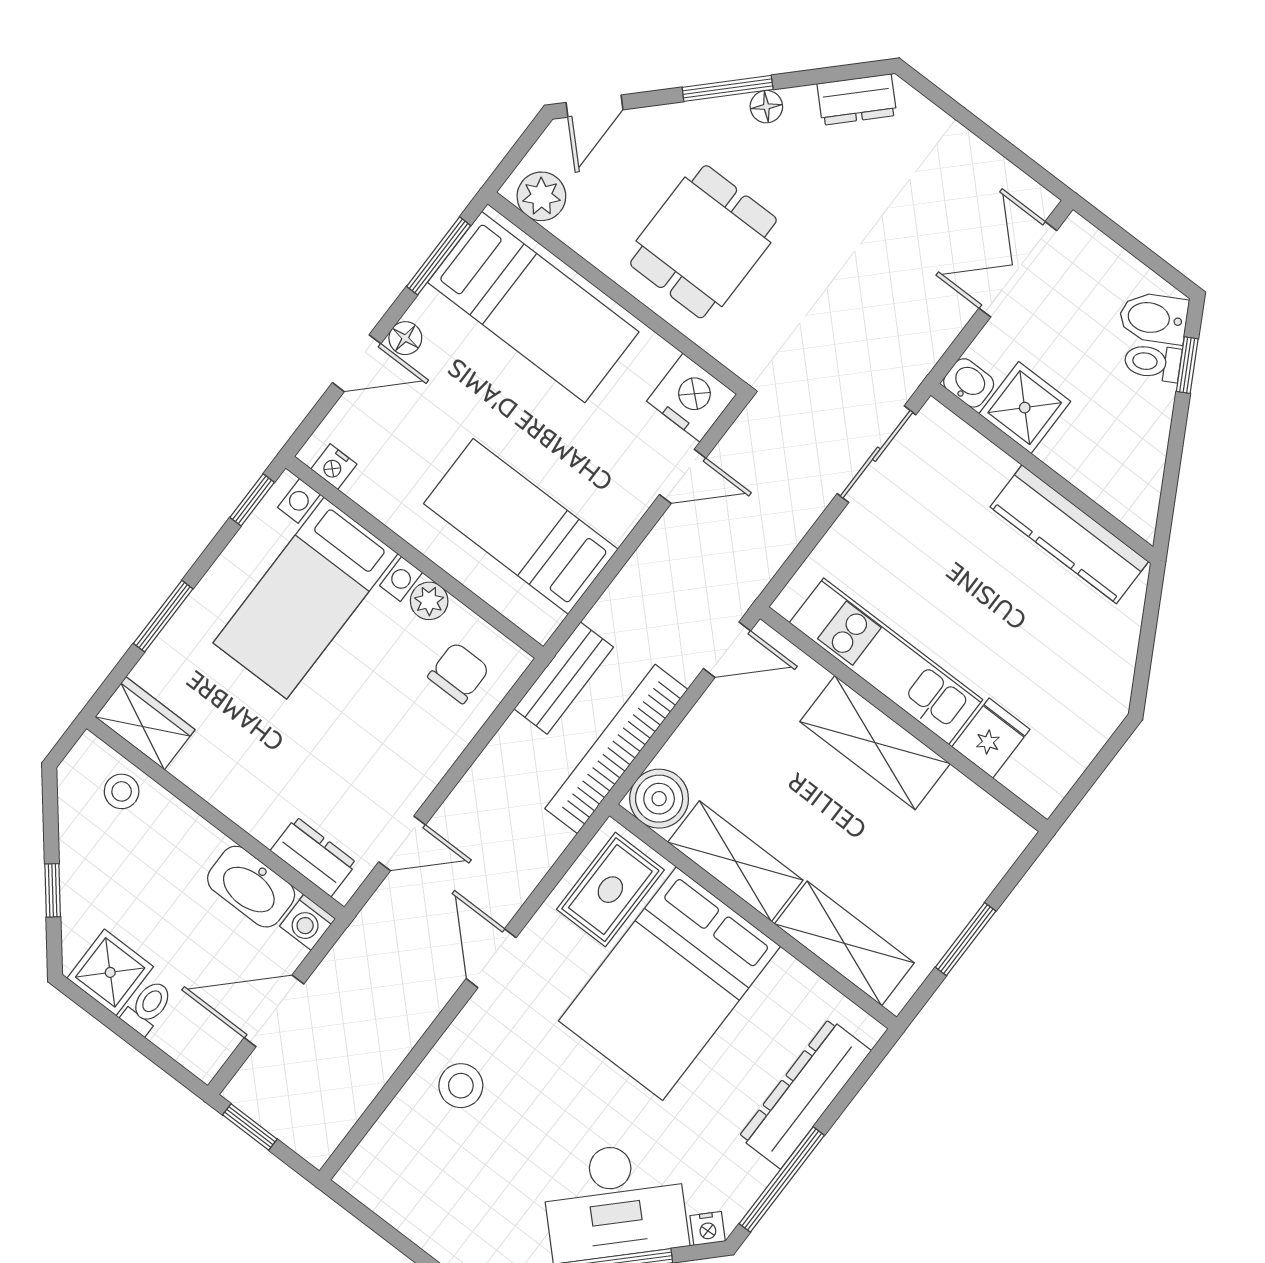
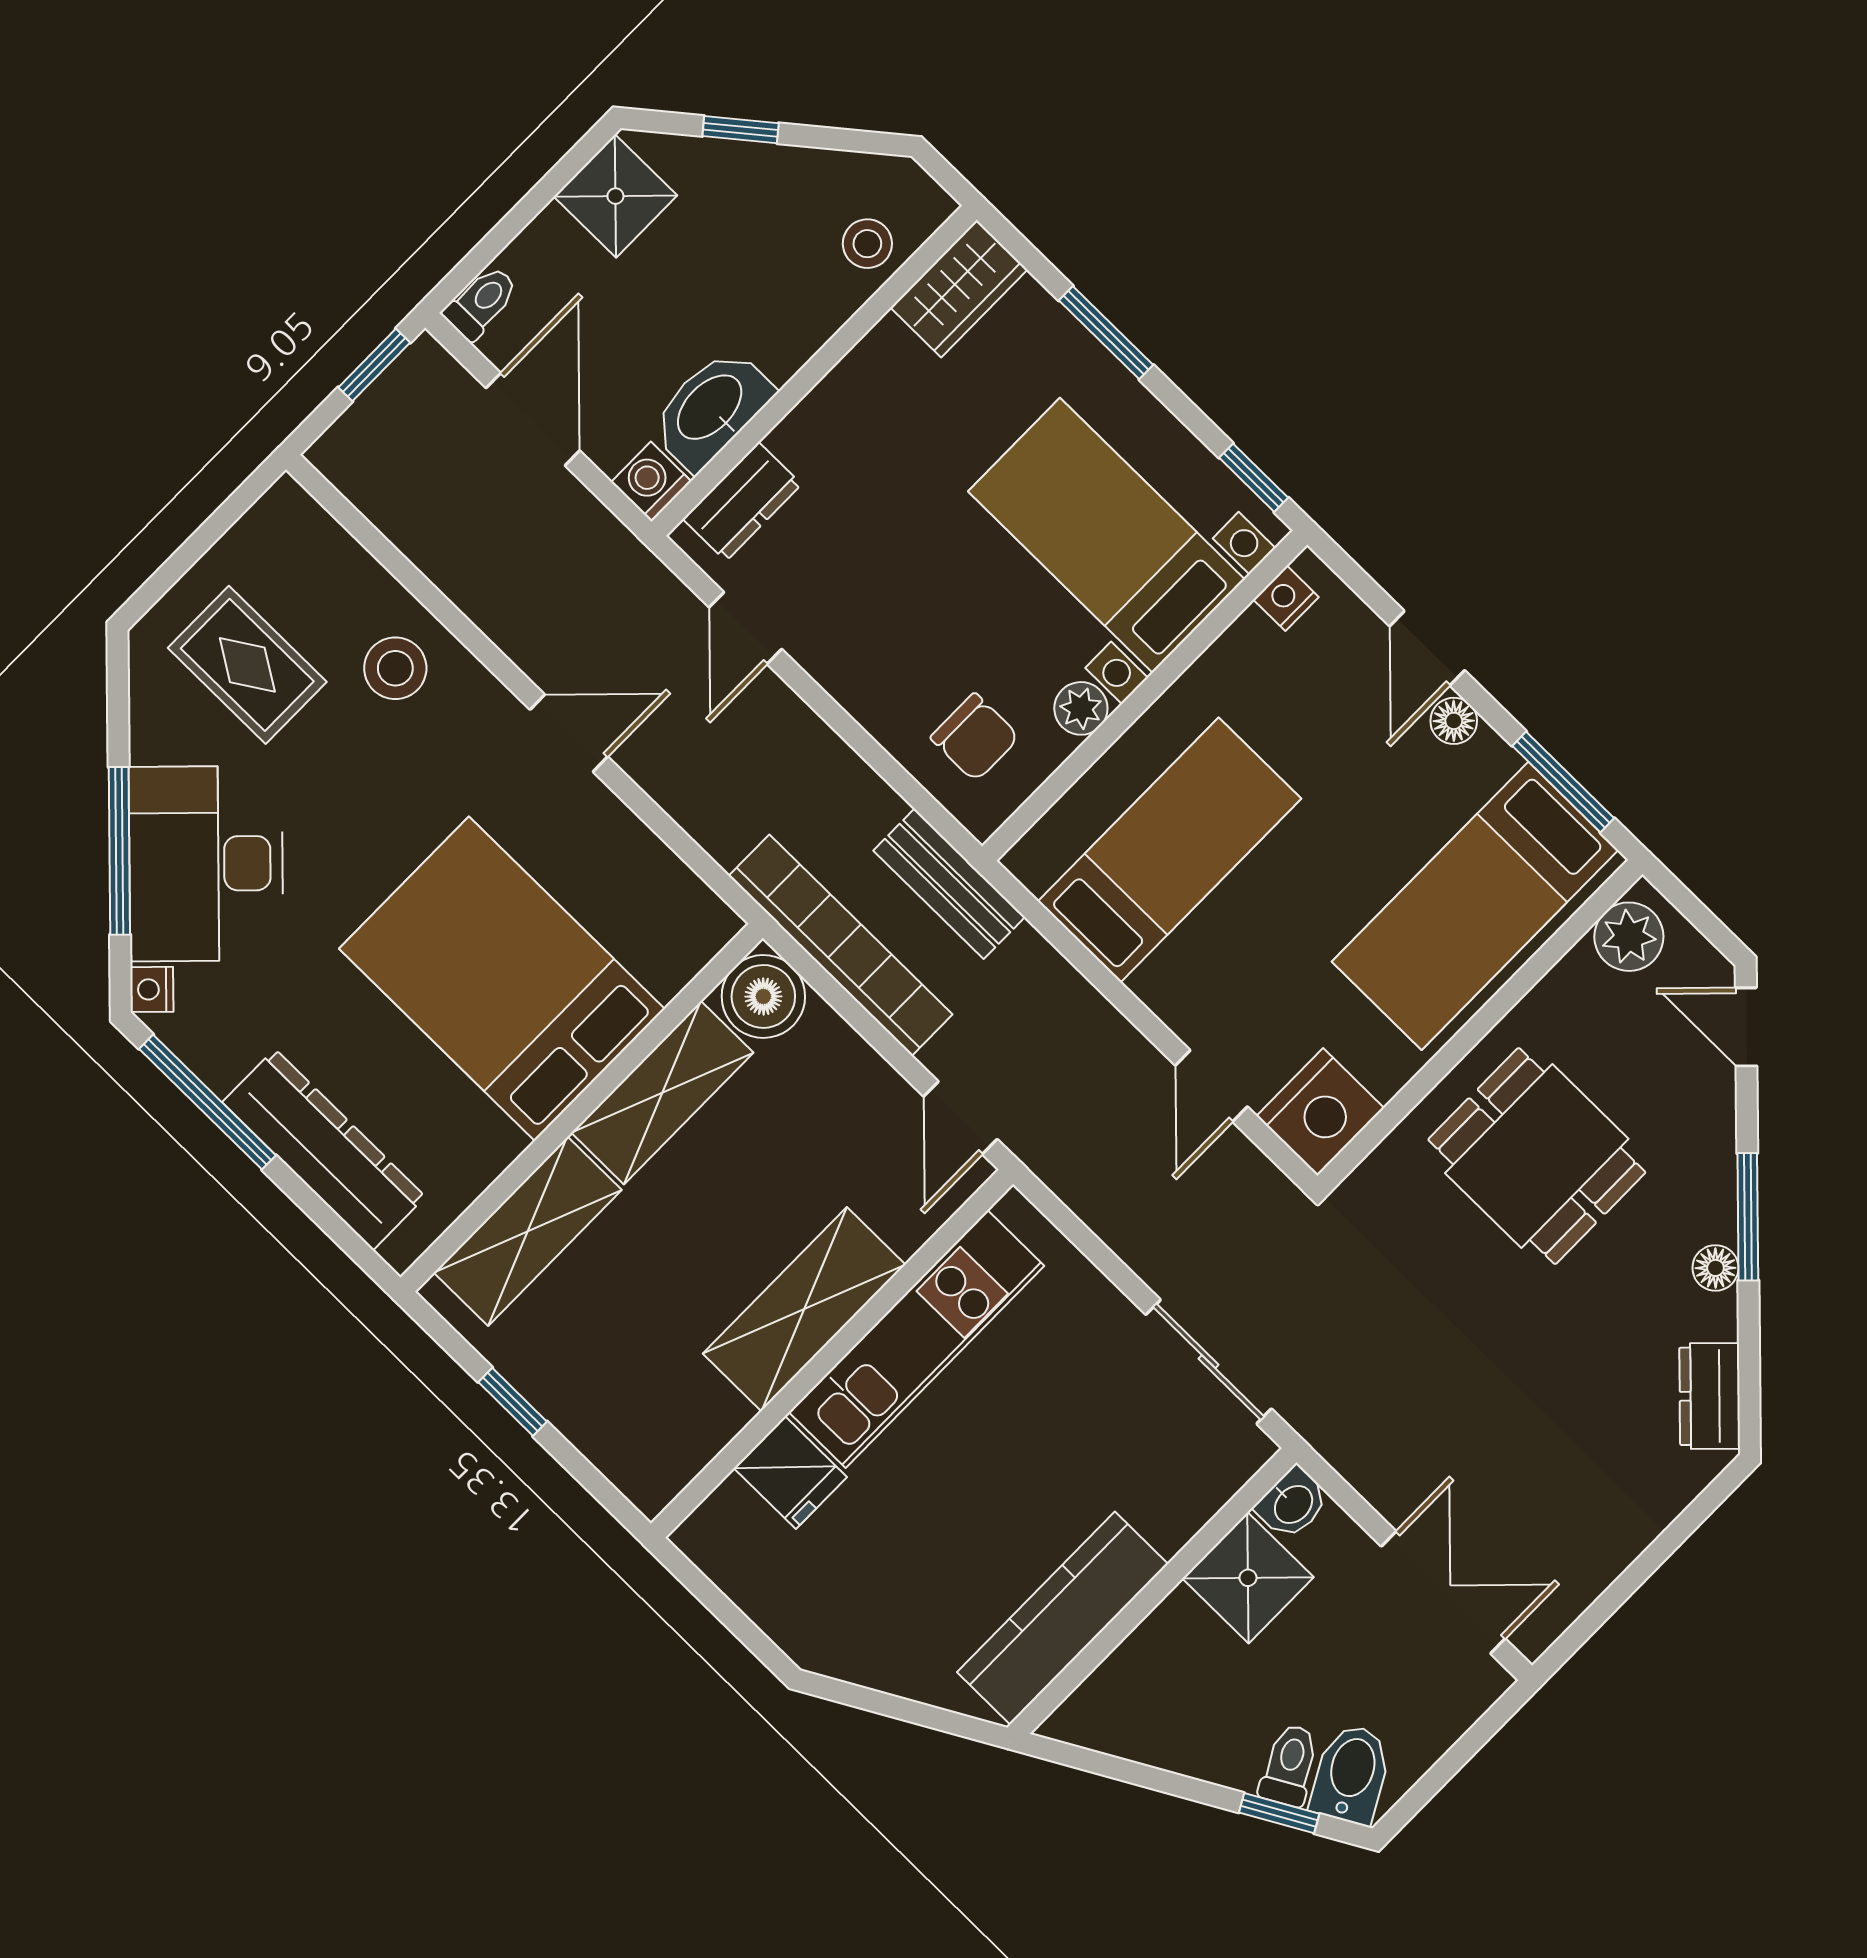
rug: (610, 890) -> (247, 665), moved
window: (966, 939) -> (513, 1402), width x0.67
toilet: (148, 1007) -> (481, 303), moved, turned -90

